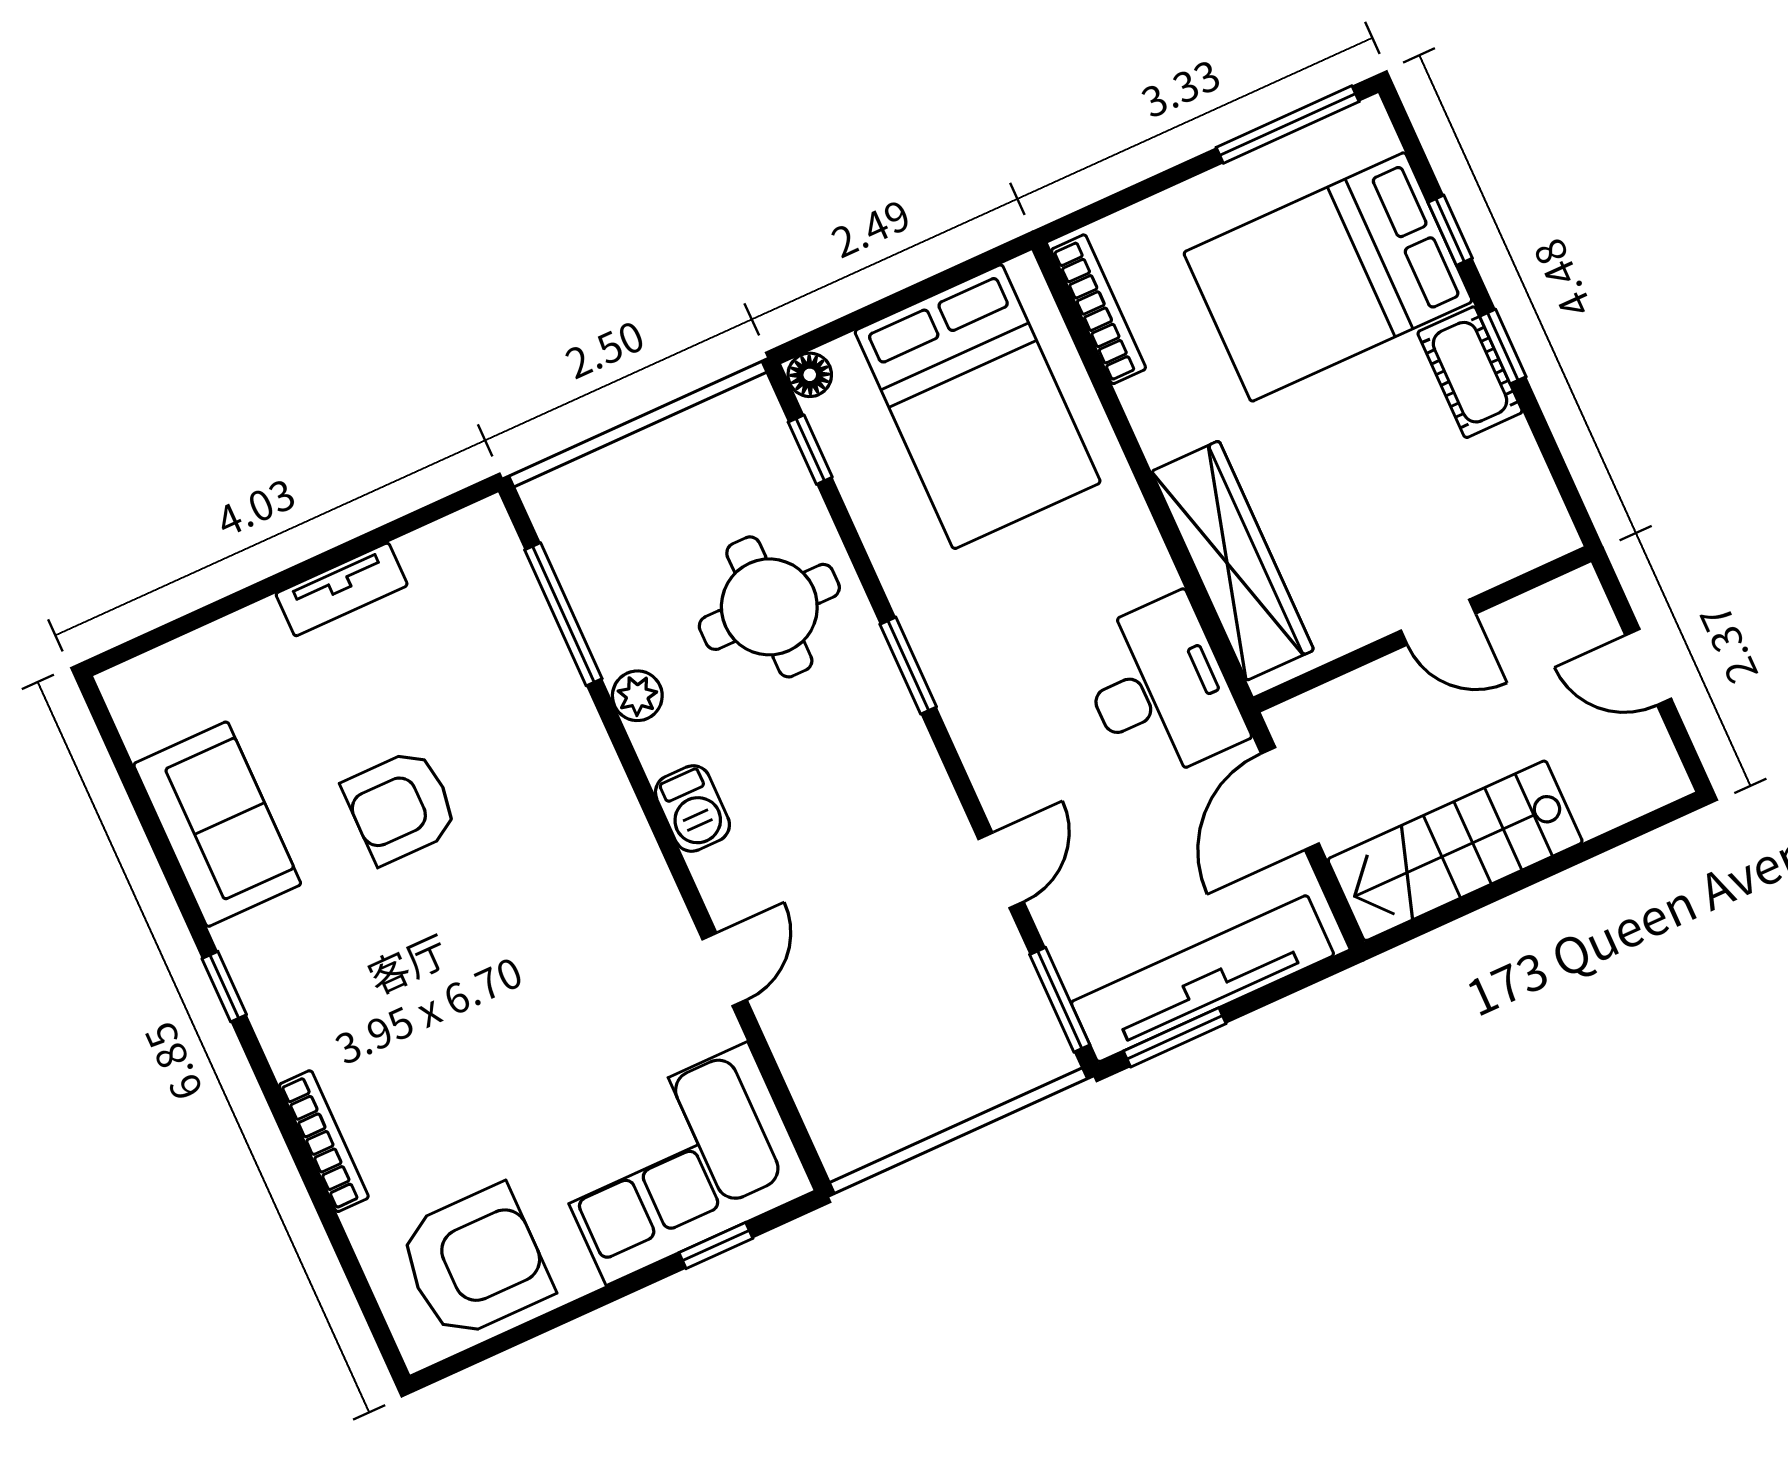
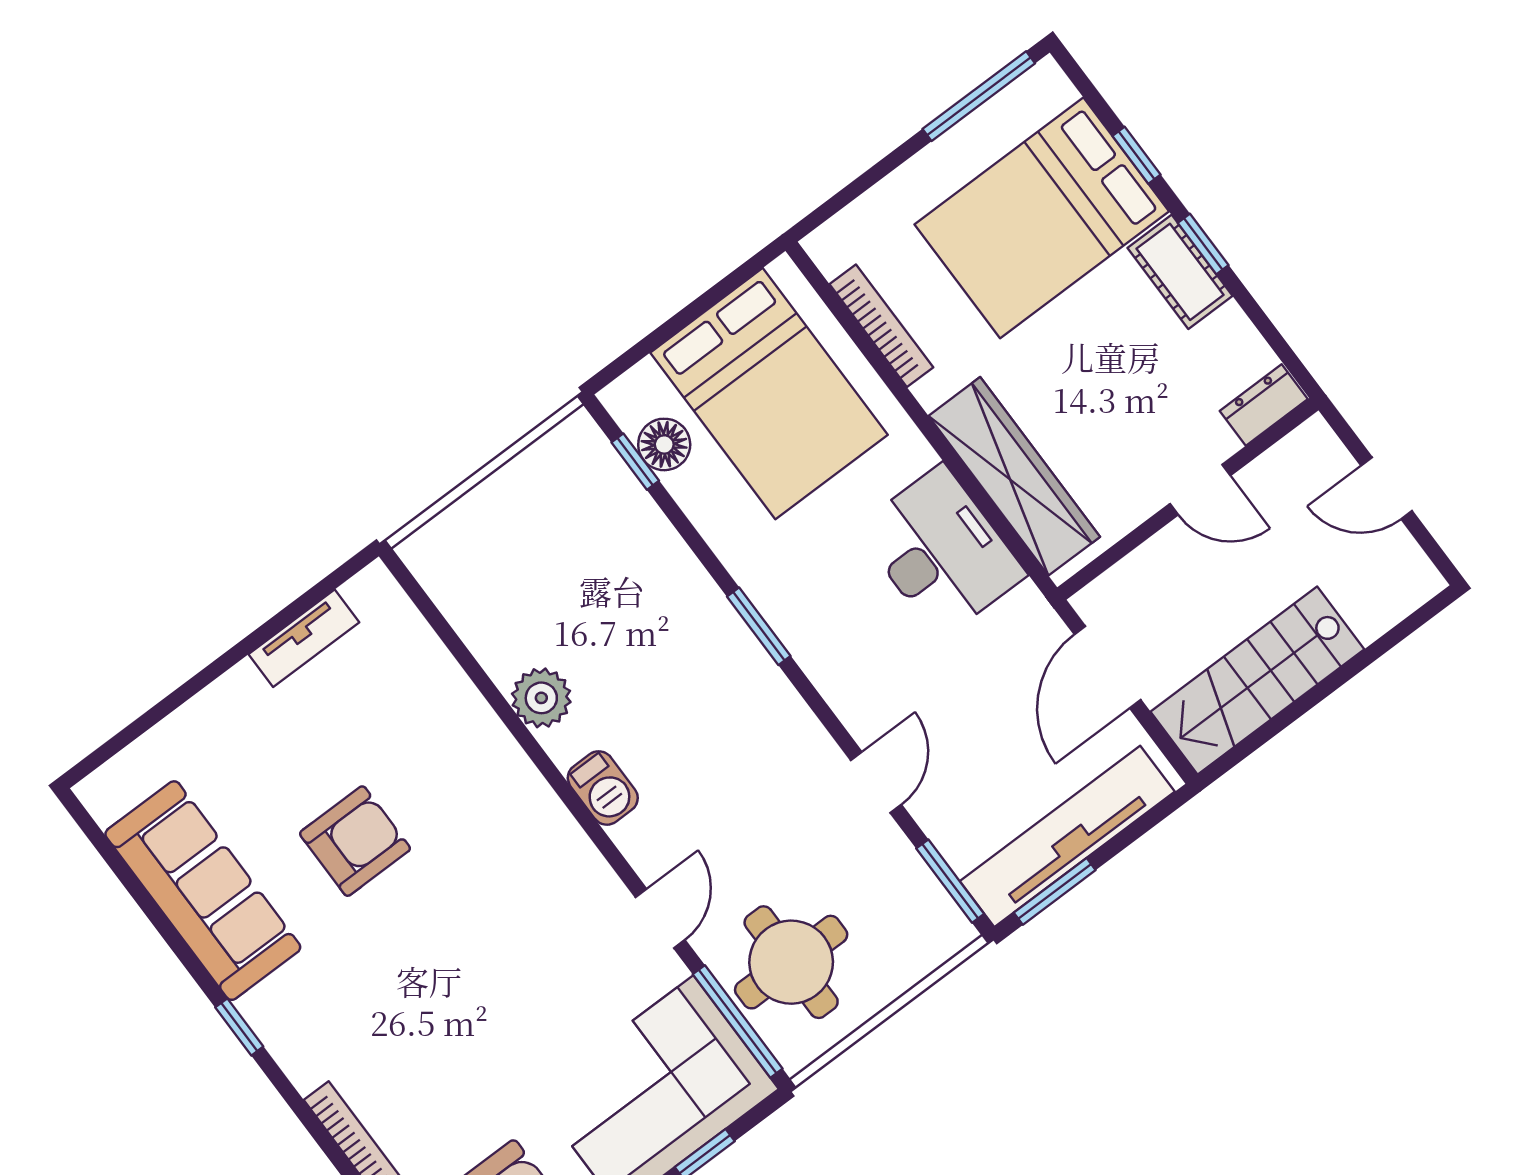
bookcase: (1099, 309) -> (881, 326), moved
floor lamp: (810, 375) -> (664, 444), moved, width x1.37, depth x1.37
dresser: (1531, 543) -> (1264, 405), added
tv unit: (342, 589) -> (304, 638), moved
round table: (769, 607) -> (791, 962), moved
window: (563, 614) -> (738, 1021), moved
desk: (1160, 689) -> (941, 552), moved
plant: (637, 696) -> (541, 698), width x1.38, depth x1.38
armchair: (401, 806) -> (355, 841), turned 180
sofa: (217, 824) -> (203, 891), width x1.36

